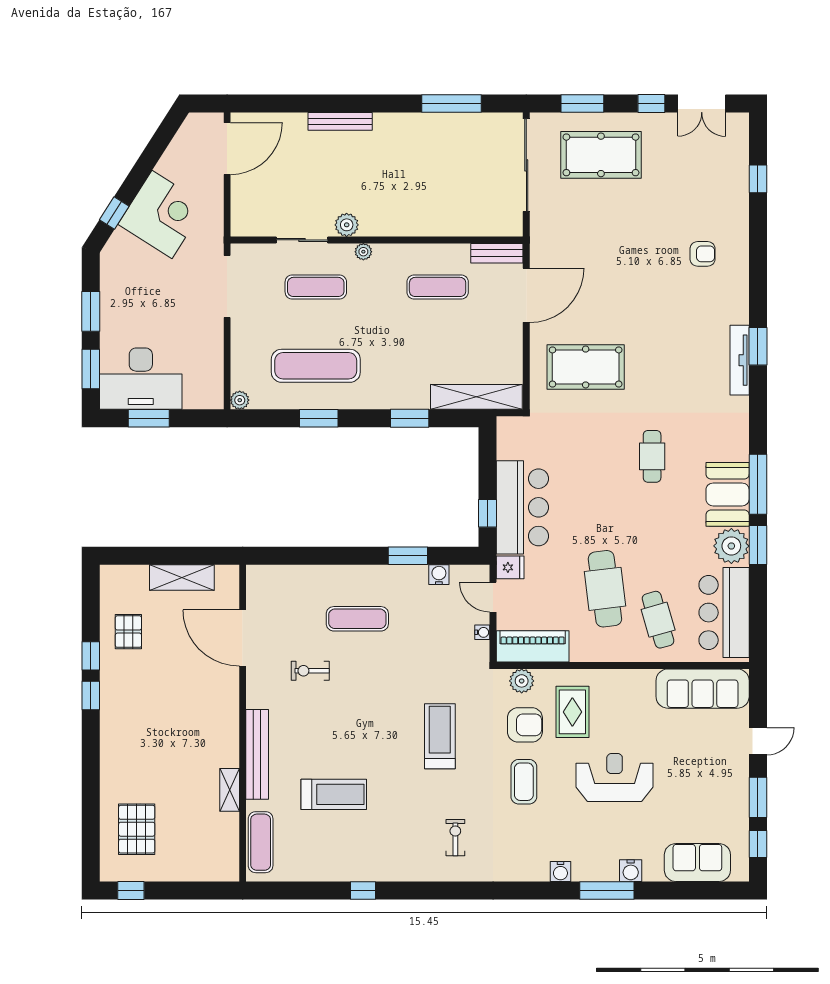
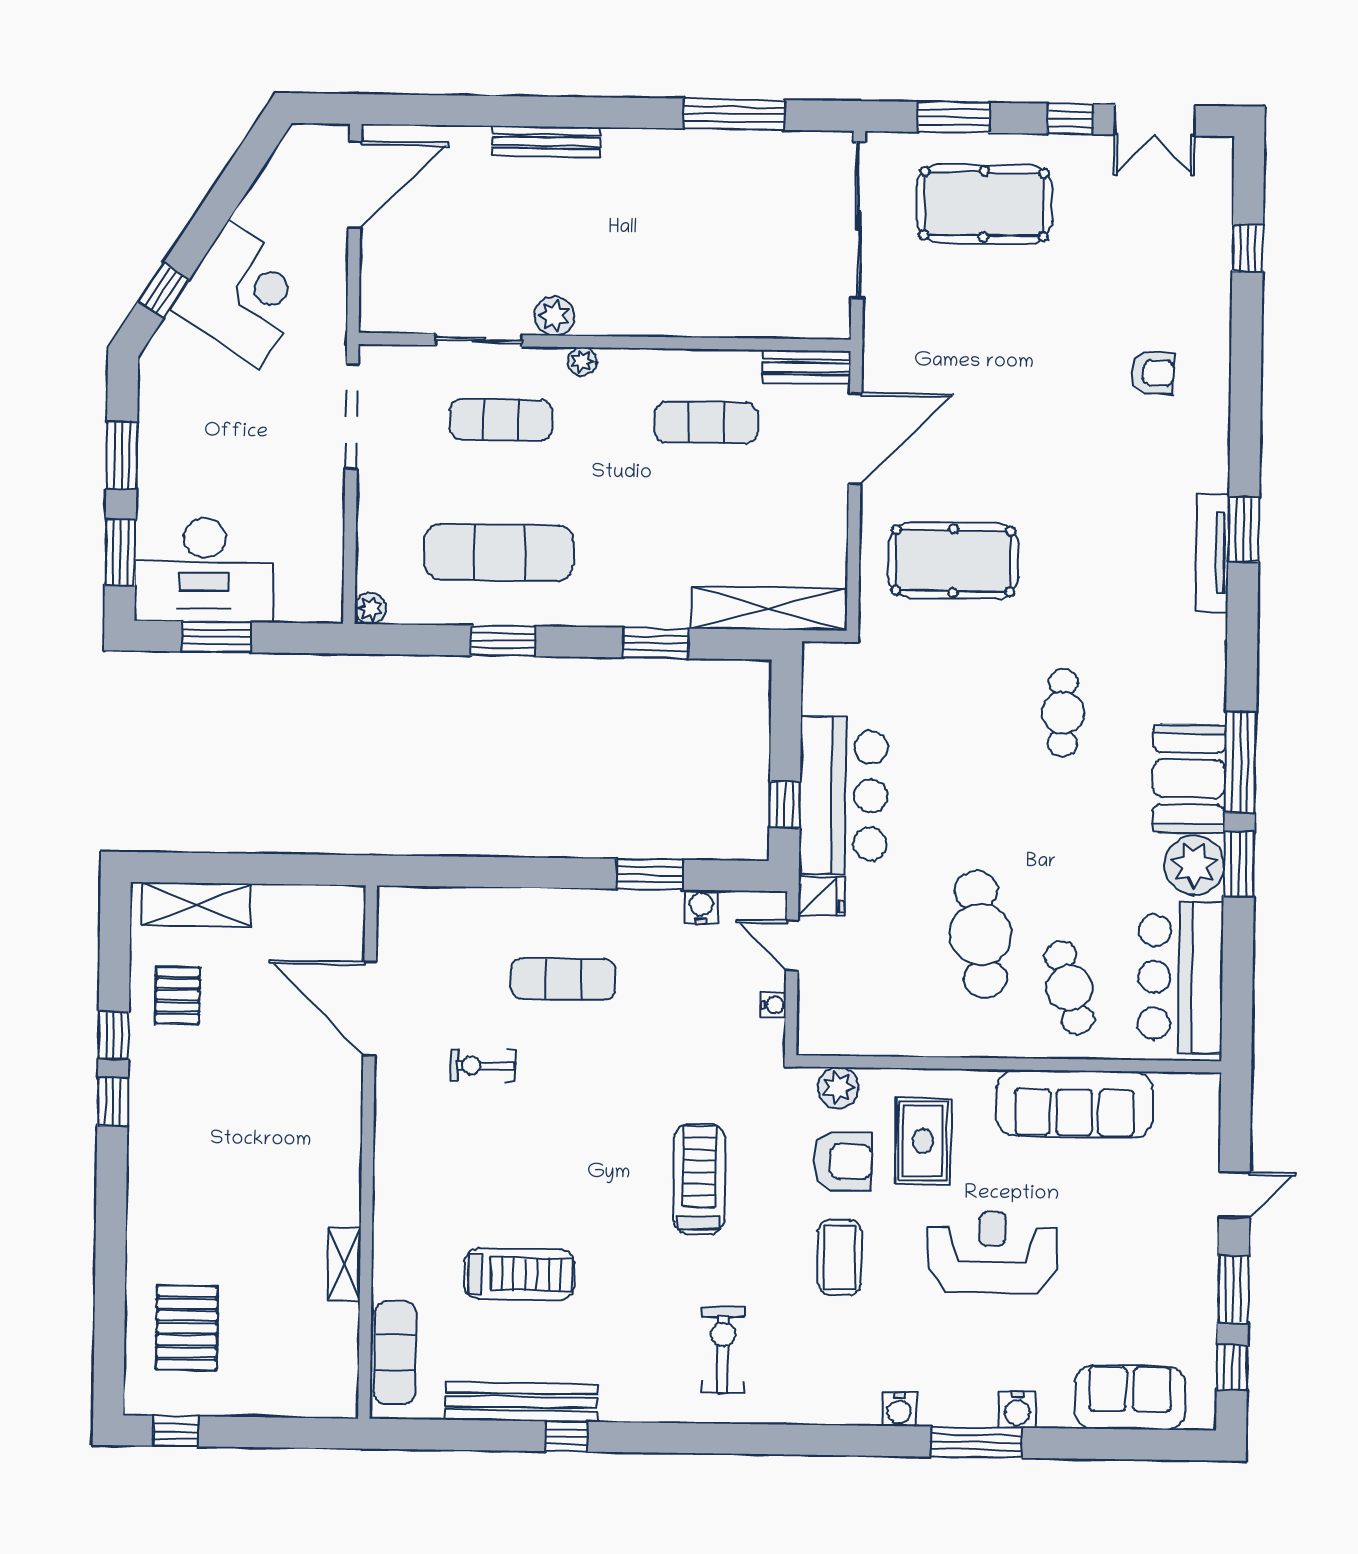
shelving: (182, 578) -> (196, 905), moved
piano: (533, 646) -> (857, 1030), removed
sofa: (703, 689) -> (1075, 1104), moved
bench: (257, 754) -> (521, 1402), moved, turned 90
exercise bike: (455, 838) -> (723, 1350), width x1.38, depth x1.39

